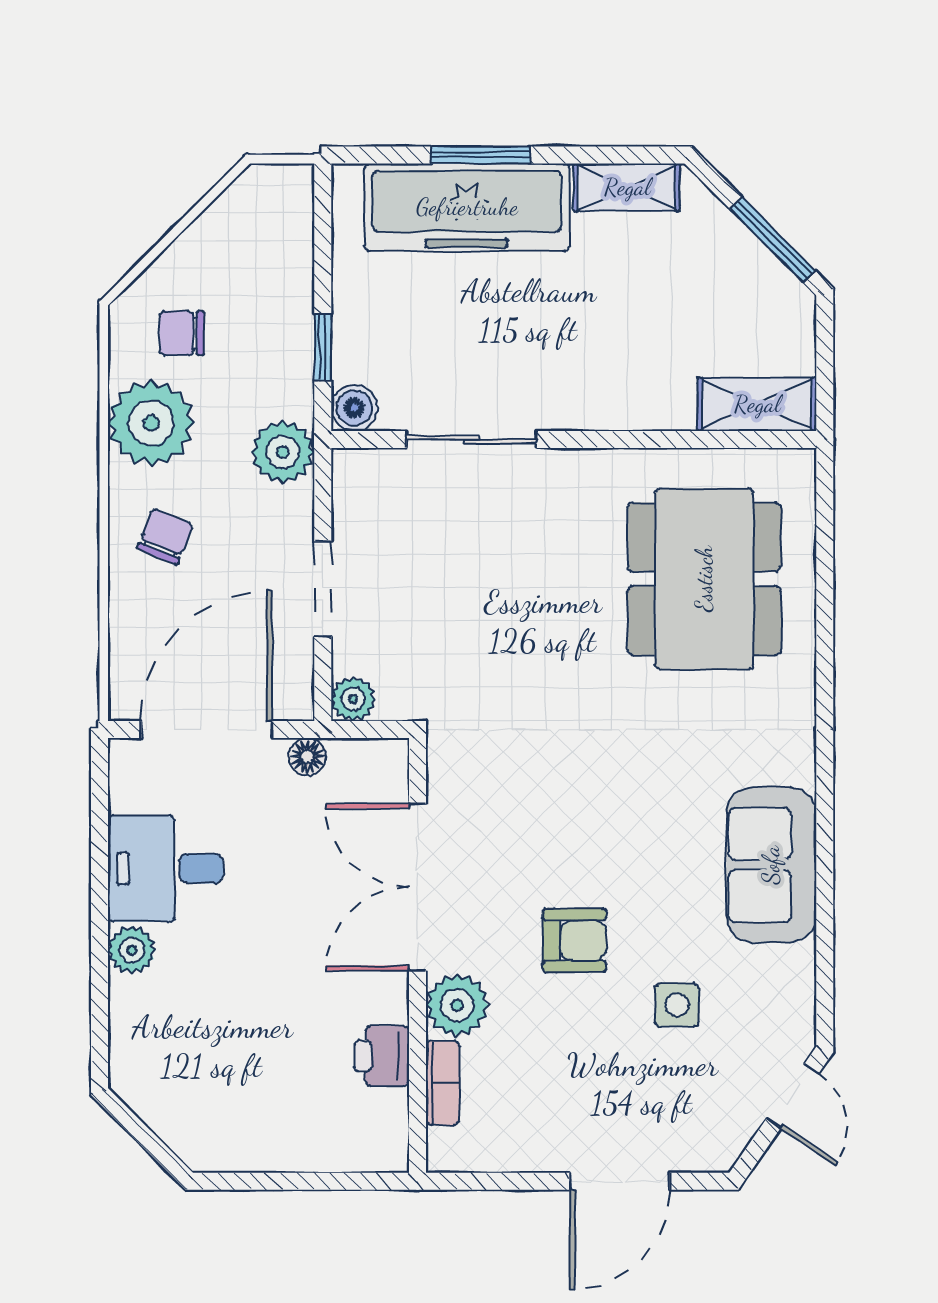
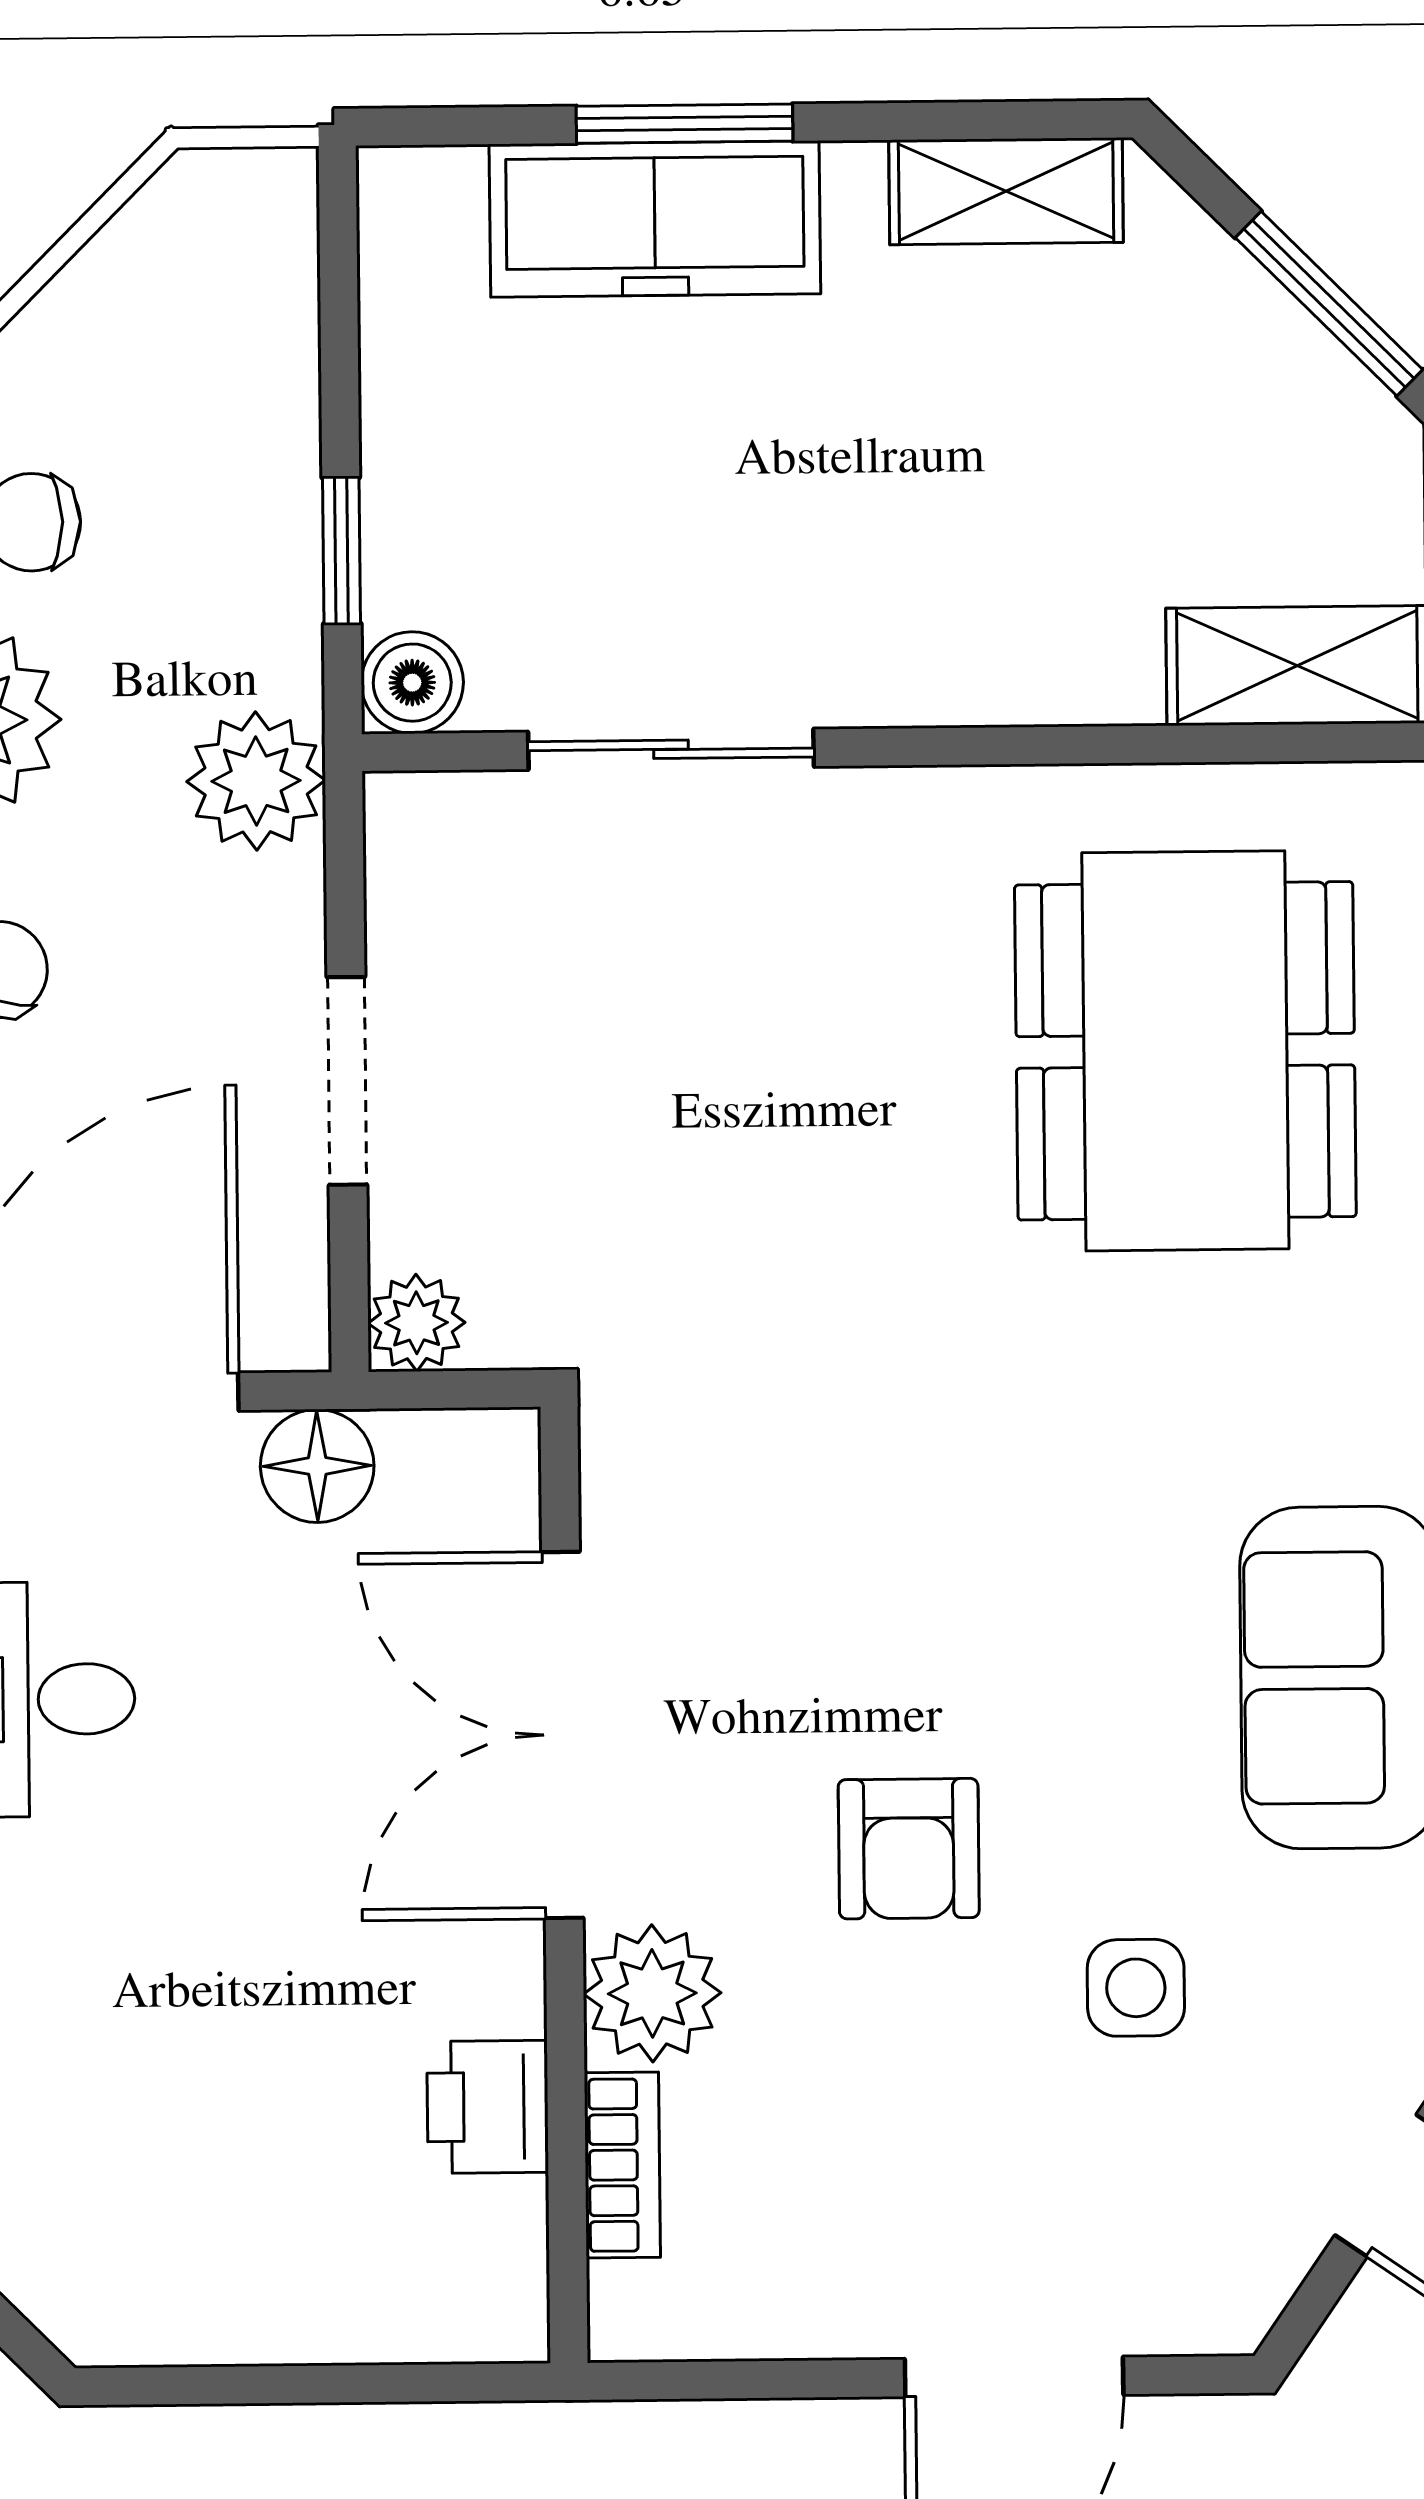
freezer: (467, 207) -> (655, 219), width x0.73, depth x0.79
floor lamp: (307, 757) -> (317, 1466), width x1.37, depth x1.37
armchair: (574, 941) -> (909, 1849), turned 90

